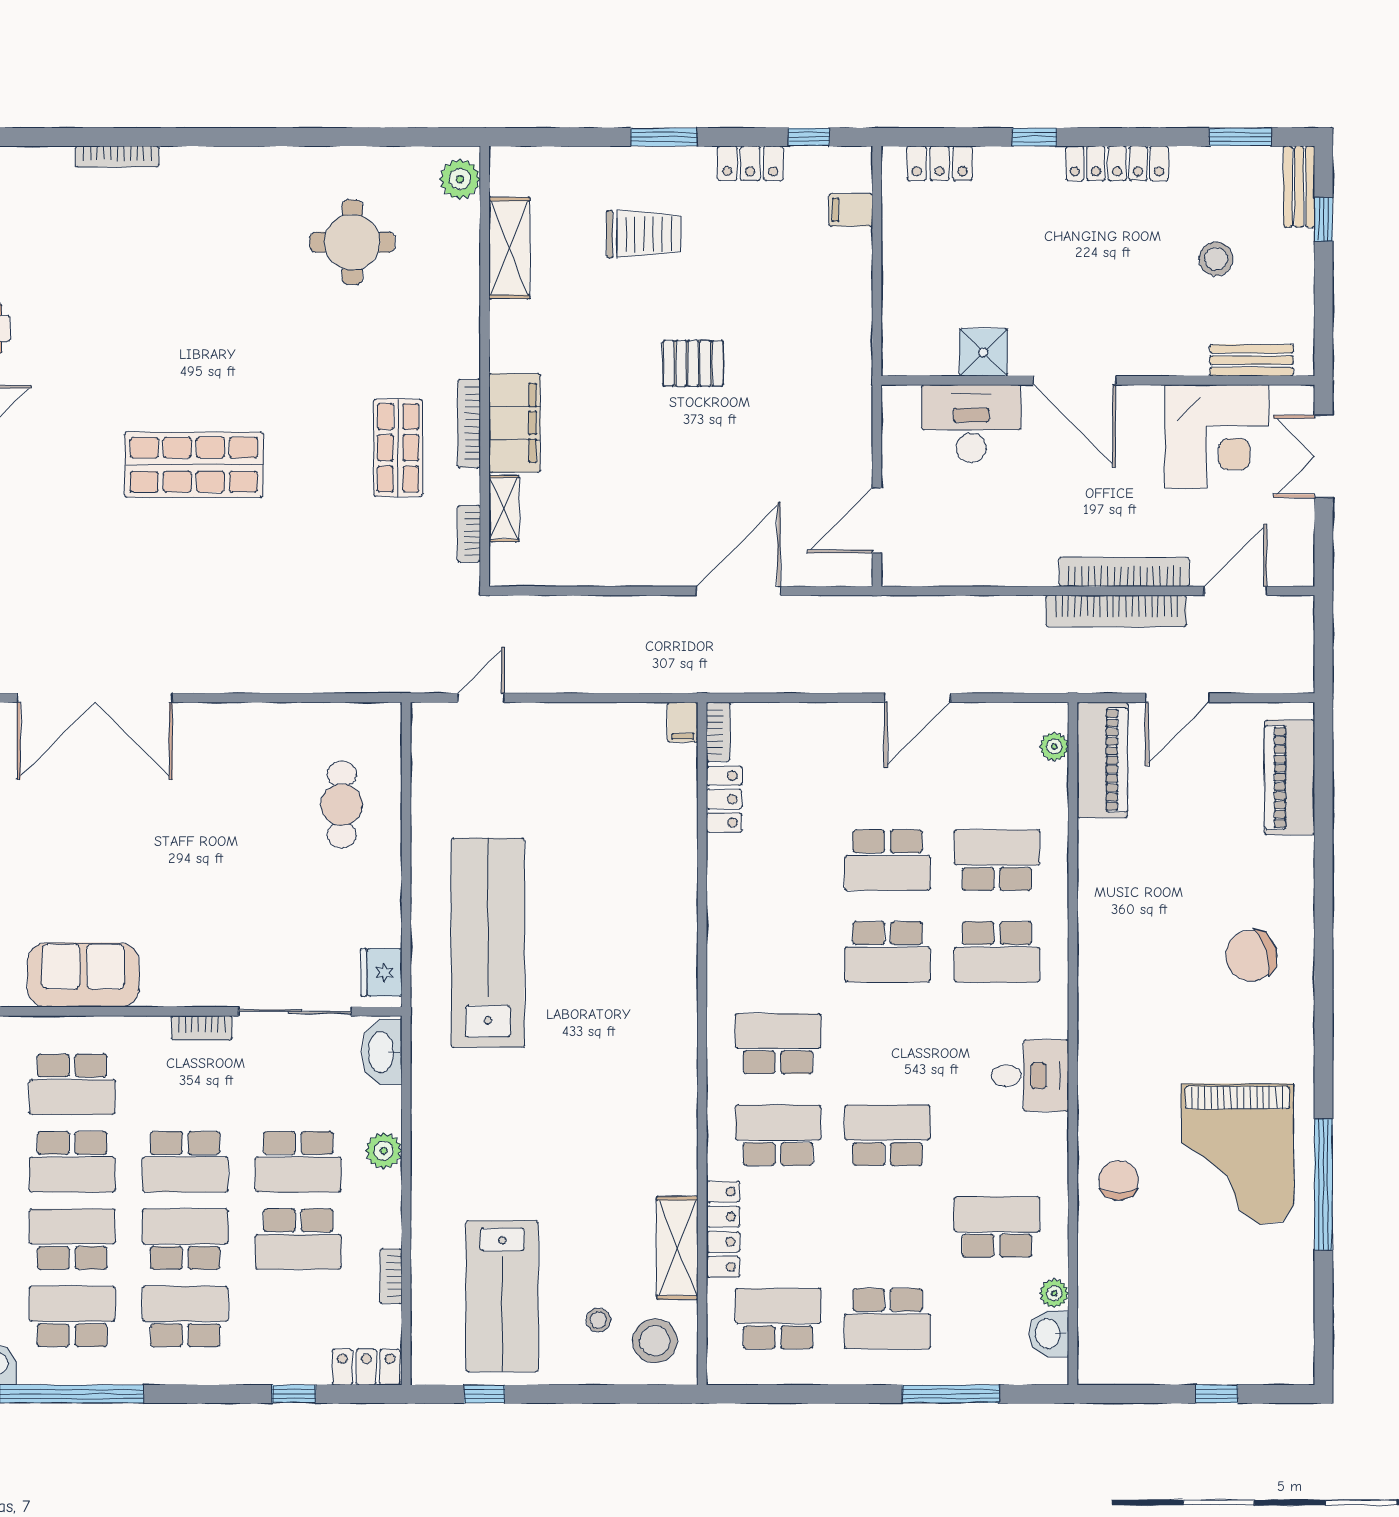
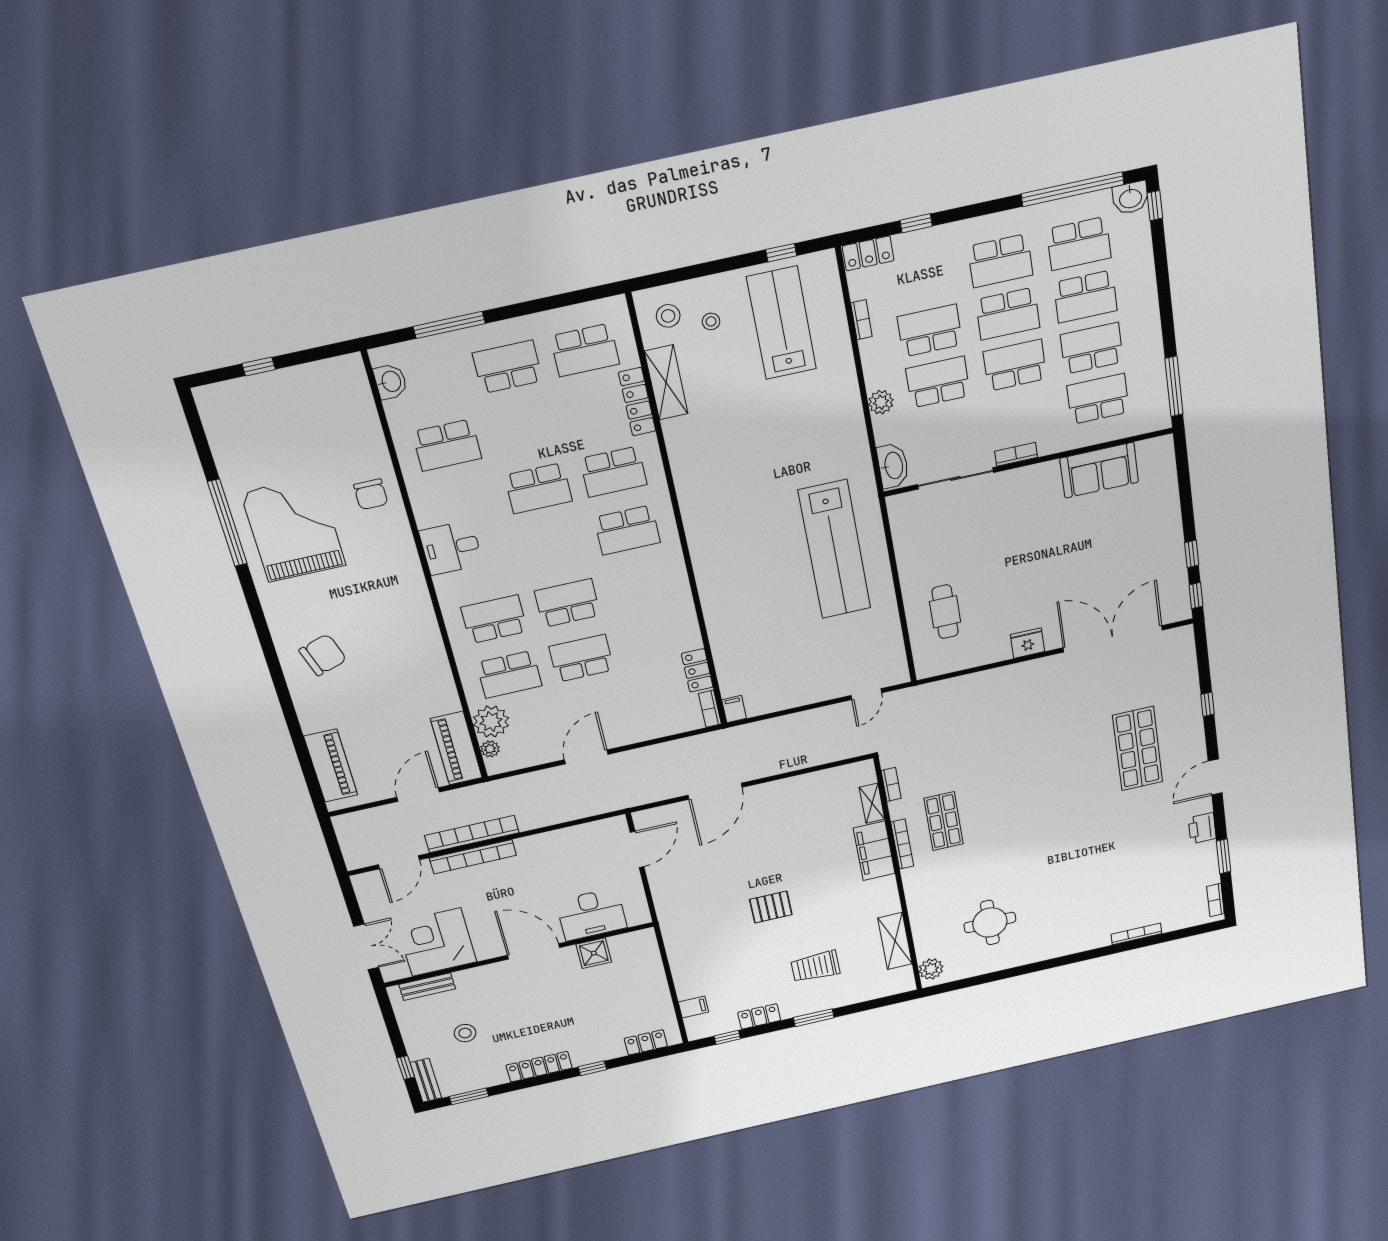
shop shelf: (194, 465) -> (1138, 749), moved, turned 90
fridge: (381, 972) -> (1027, 643), moved, turned -90
plant: (1054, 1293) -> (491, 722), moved, width x1.87, depth x1.87
stool: (655, 1341) -> (668, 316), width x0.73, depth x0.73

